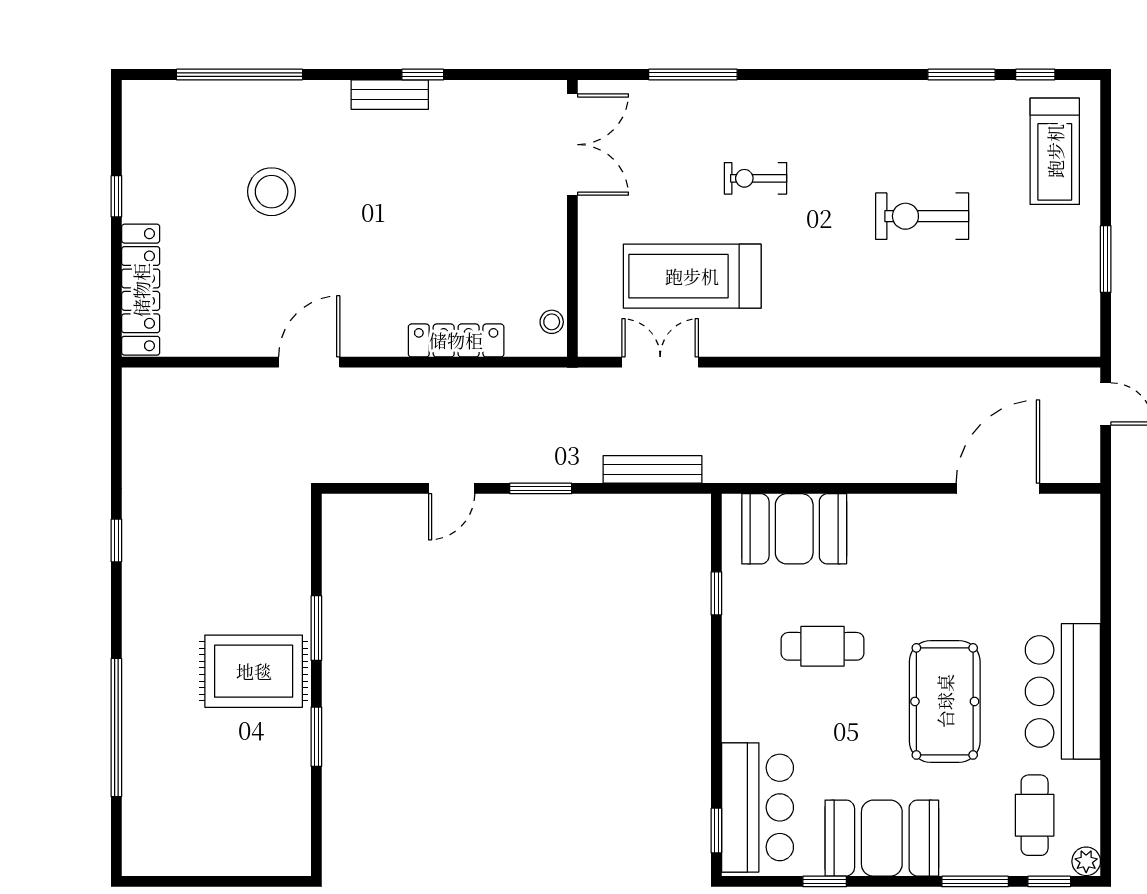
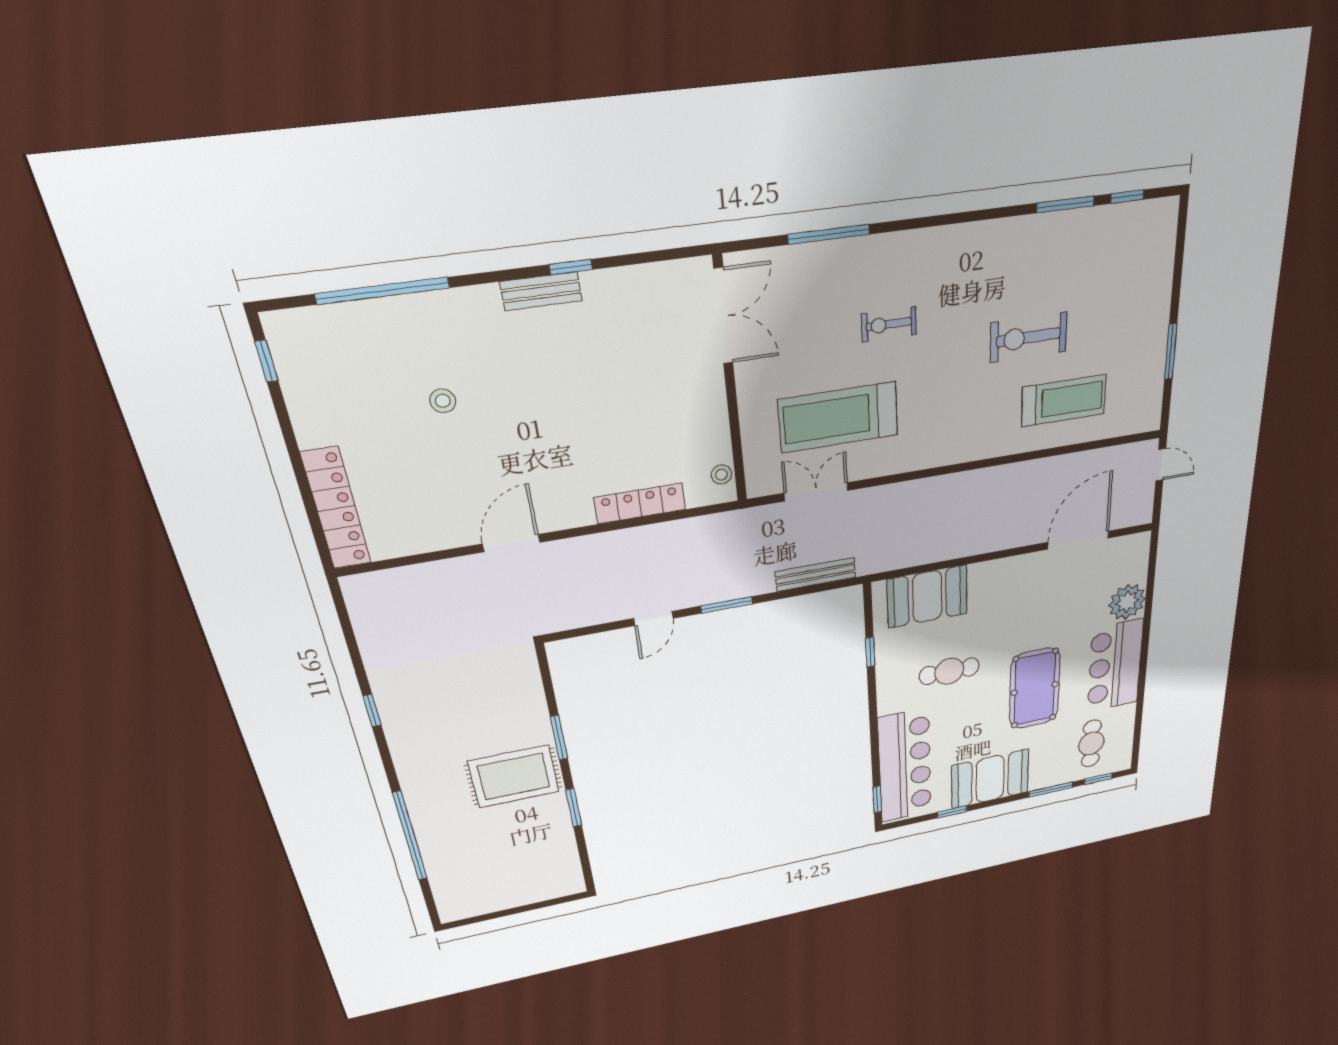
treadmill: (1055, 151) -> (1064, 401), moved, turned -90
stool: (272, 192) -> (443, 401), width x0.53, depth x0.53
window: (116, 196) -> (266, 361), moved
bar counter: (758, 807) -> (905, 766), width x1.36
plant: (1086, 861) -> (1127, 602), moved, width x1.88, depth x1.88

